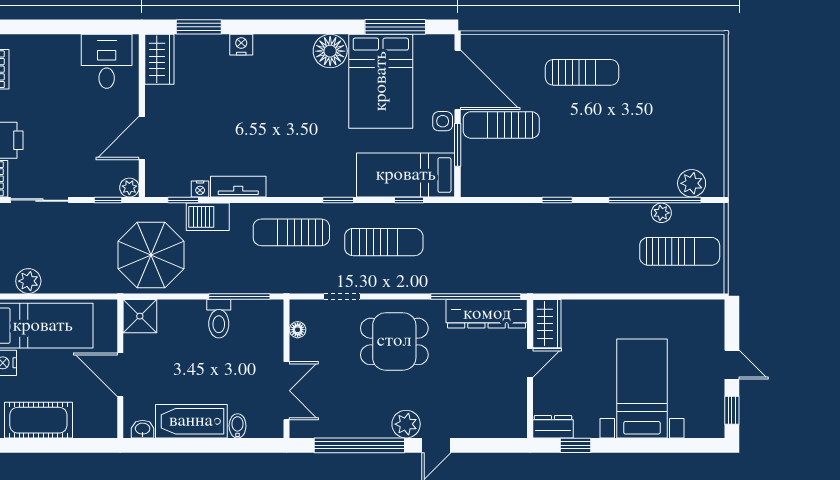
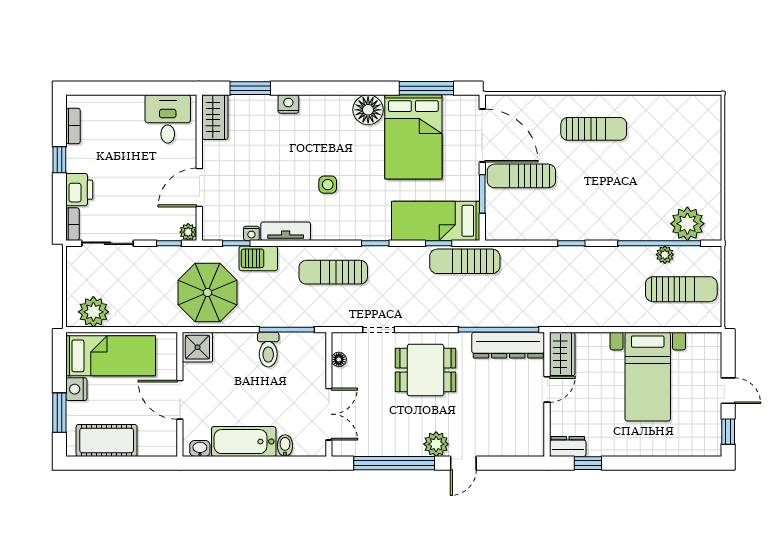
side table: (443, 121) -> (328, 185), moved
plant: (692, 183) -> (687, 224), width x1.36, depth x1.36
sun lounger: (384, 242) -> (465, 261), moved, turned 180
plant: (28, 281) -> (93, 312), width x1.36, depth x1.36
bed with nightstands: (642, 388) -> (648, 377), moved, turned 180

